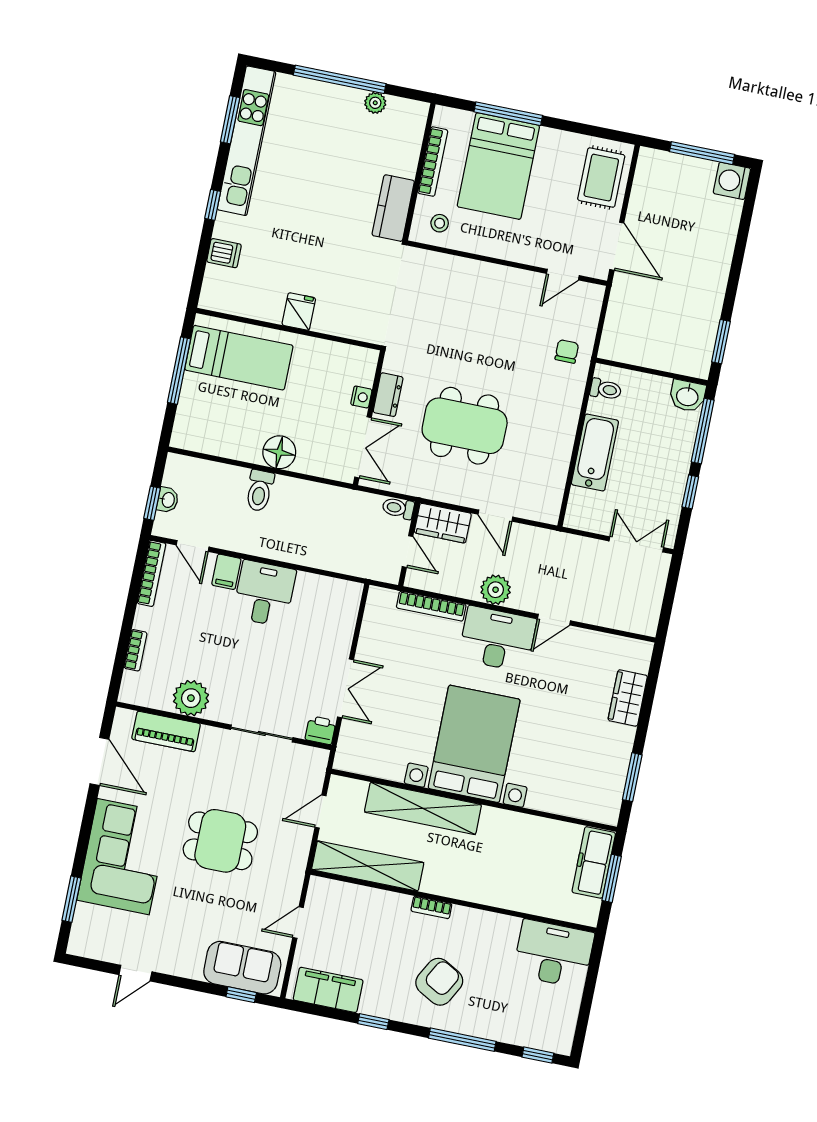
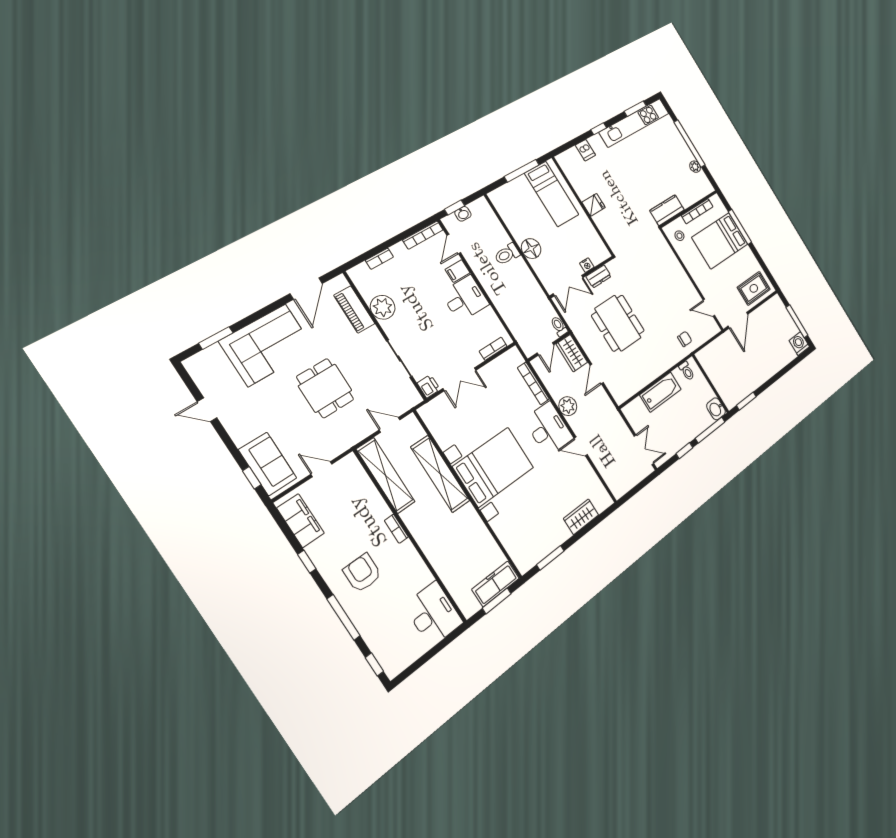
bookcase: (349, 616) -> (493, 349), added
armchair: (439, 982) -> (362, 573), turned -119

